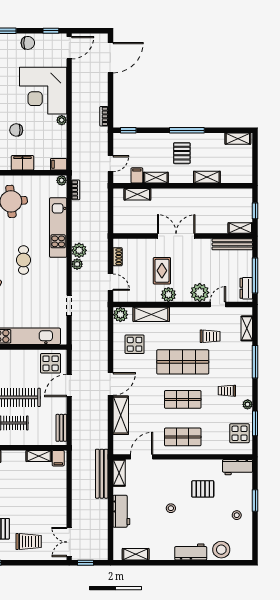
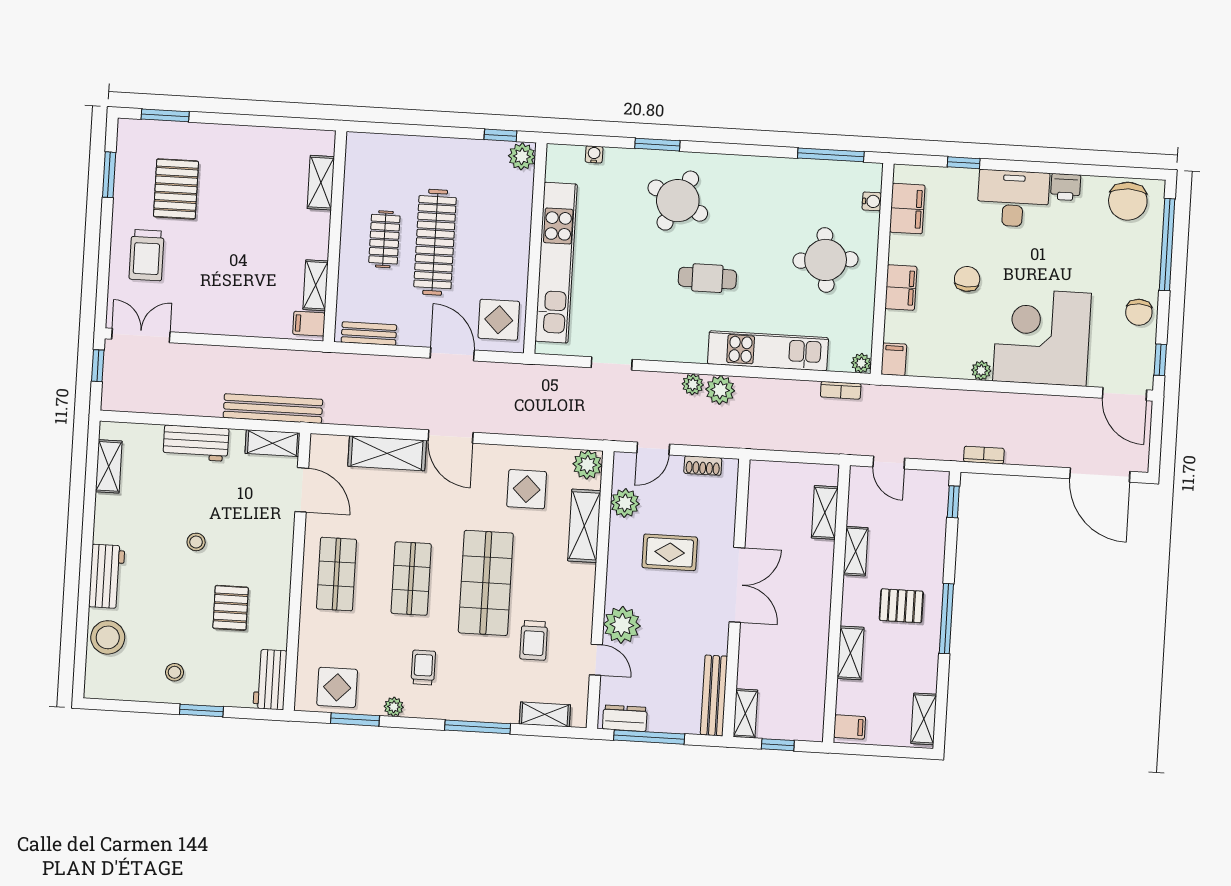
filing cabinet: (137, 175) -> (850, 727), moved
plant: (168, 295) -> (625, 503), moved

